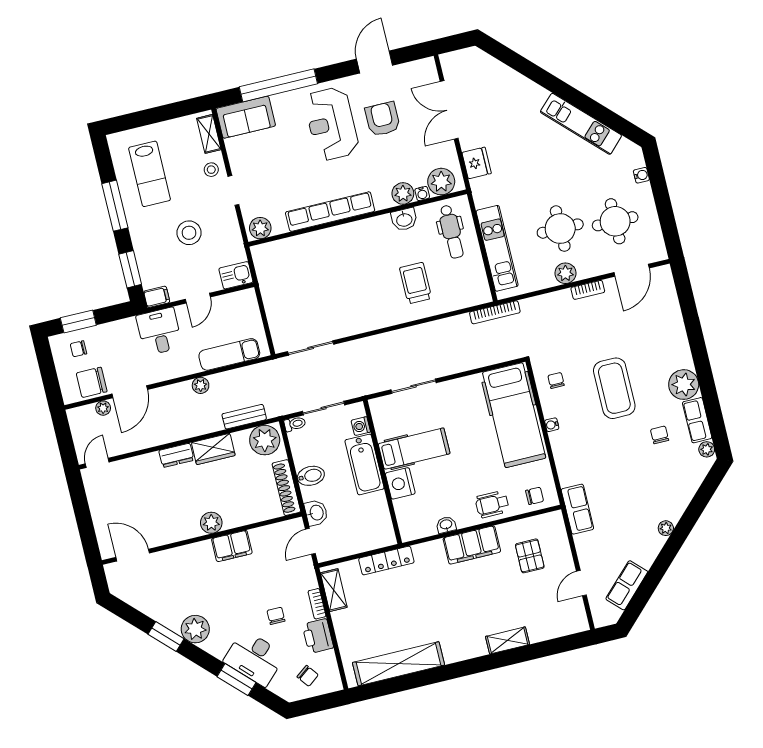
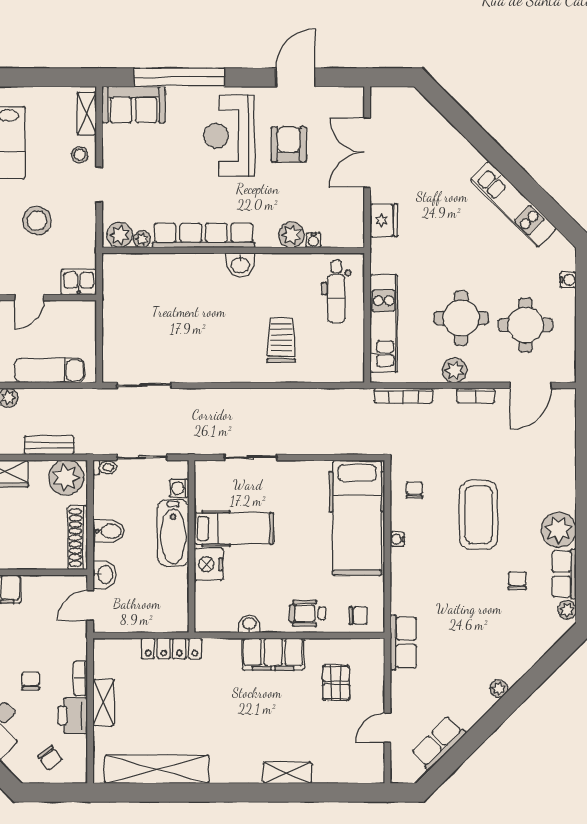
plant: (441, 182) -> (142, 239), moved, width x0.53, depth x0.53
washbasin: (404, 219) -> (240, 265), moved
bookcase: (495, 312) -> (403, 395), moved
shelving: (334, 590) -> (103, 702), moved

